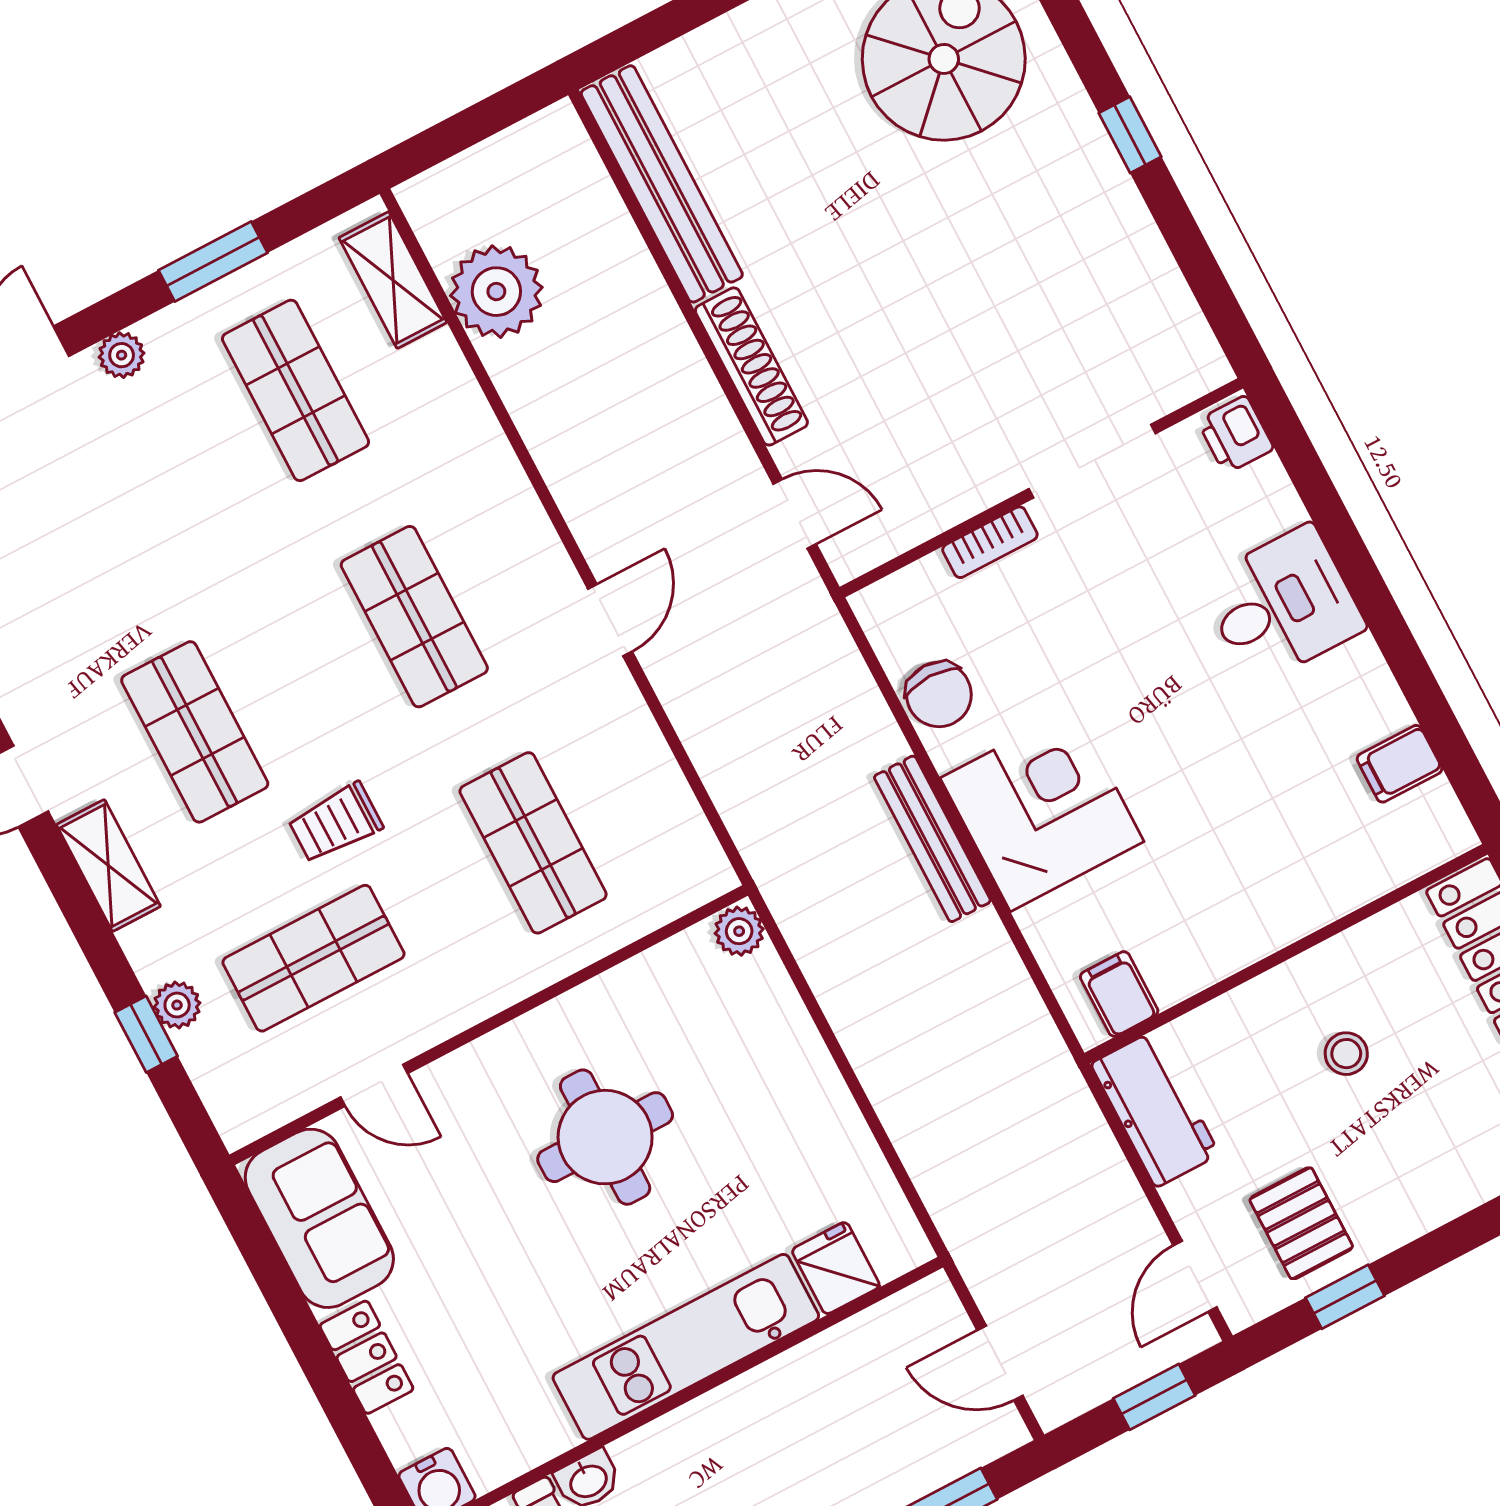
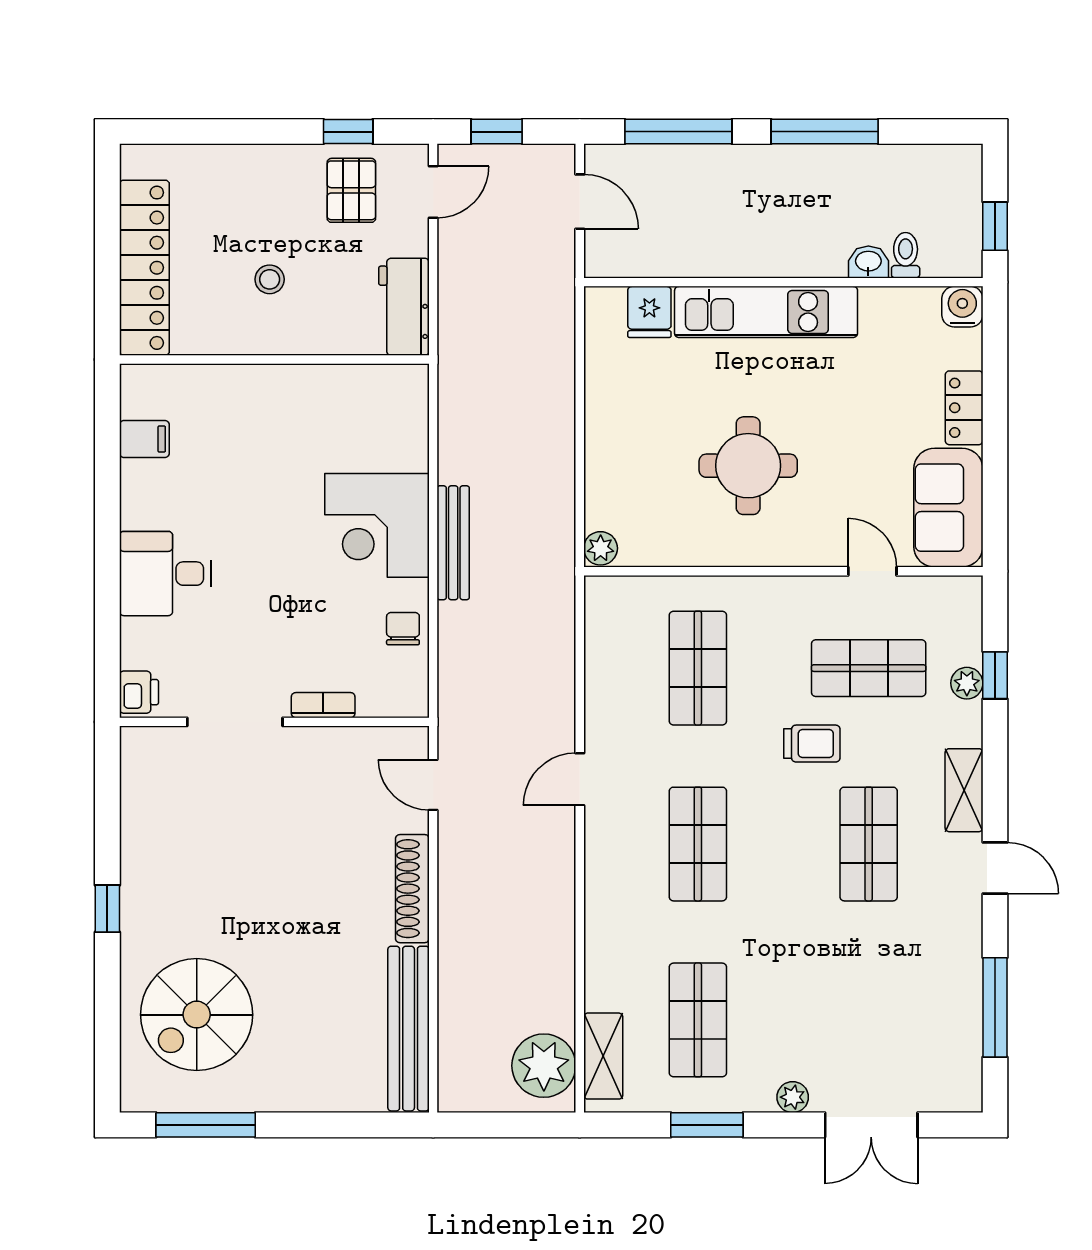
plant: (496, 292) -> (544, 1066), moved
chair: (939, 695) -> (403, 629), width x0.73, depth x0.73
filing cabinet: (1119, 994) -> (389, 388), removed

